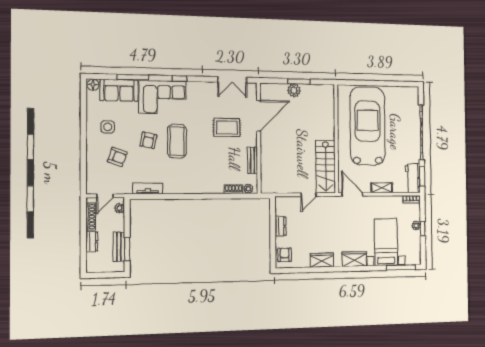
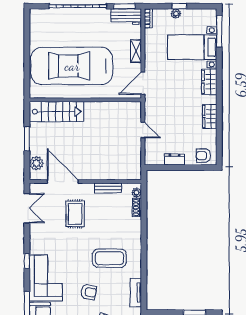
plant: (294, 90) -> (36, 163), moved
coffee table: (177, 141) -> (109, 258), moved
stairs: (326, 167) -> (56, 112), moved

